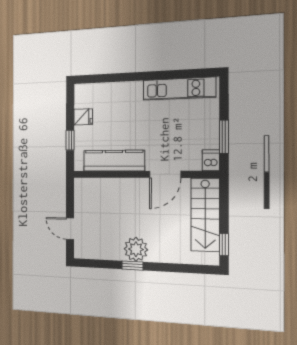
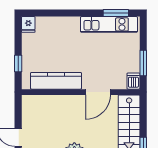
window: (188, 74) -> (116, 13), added
fridge: (83, 117) -> (28, 24), moved, turned 90

